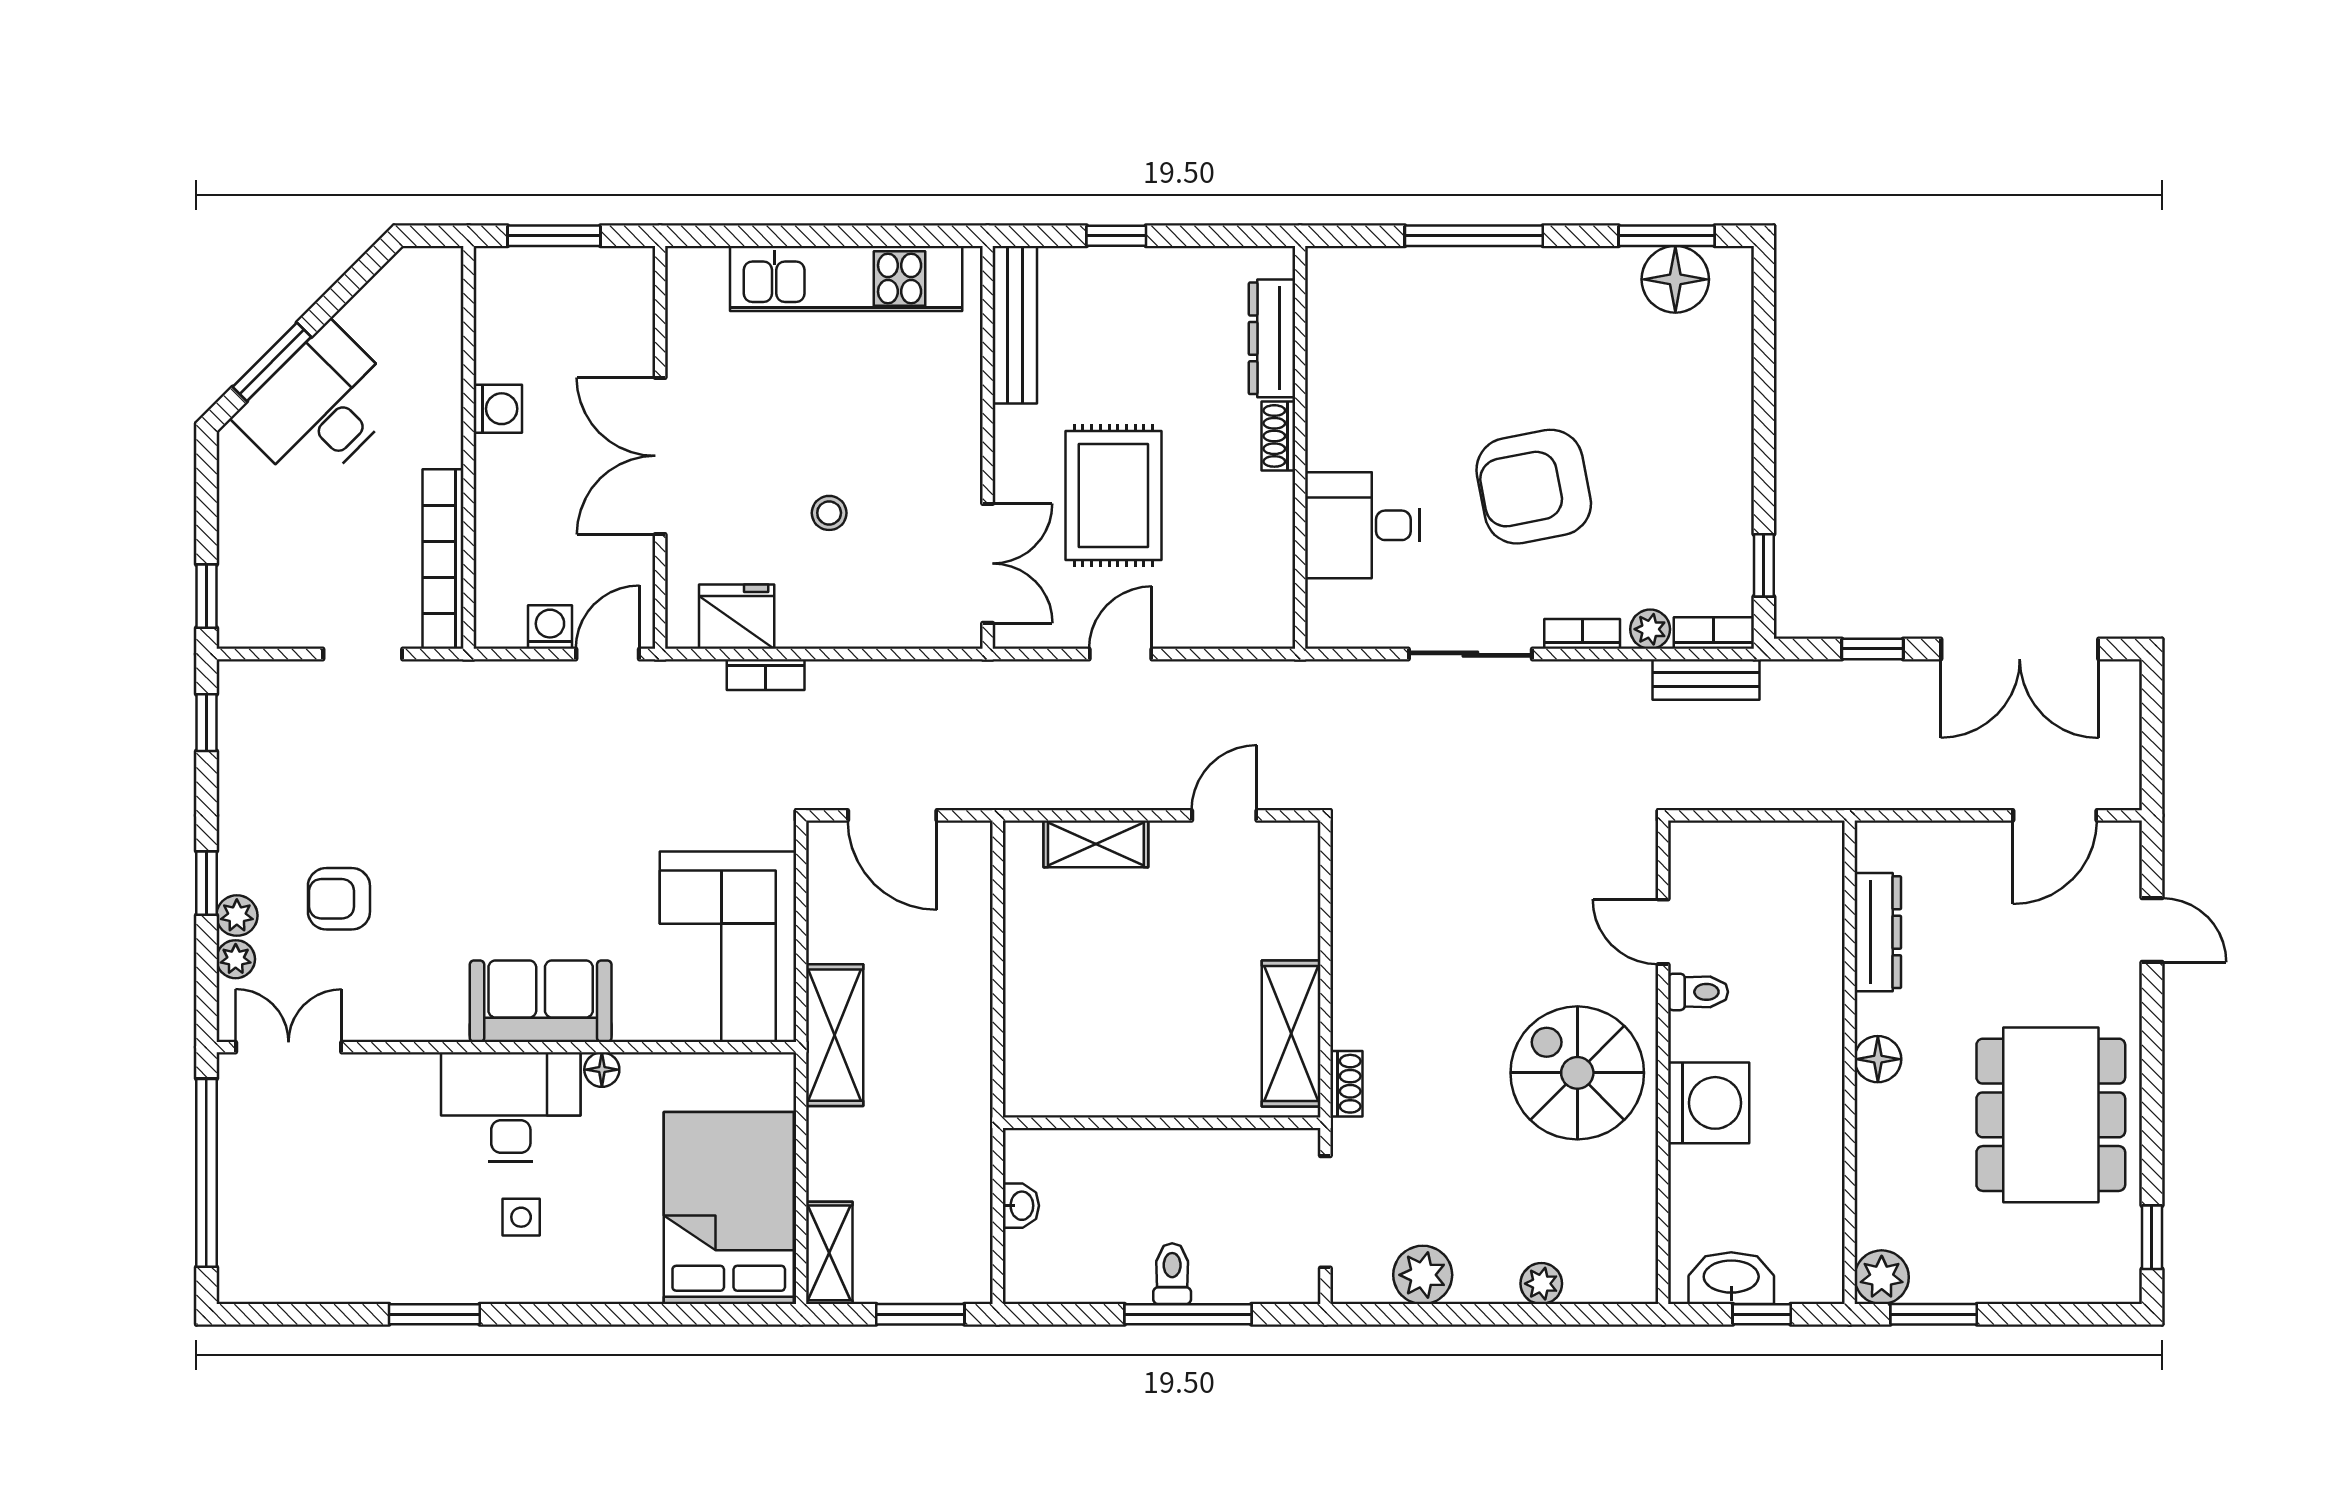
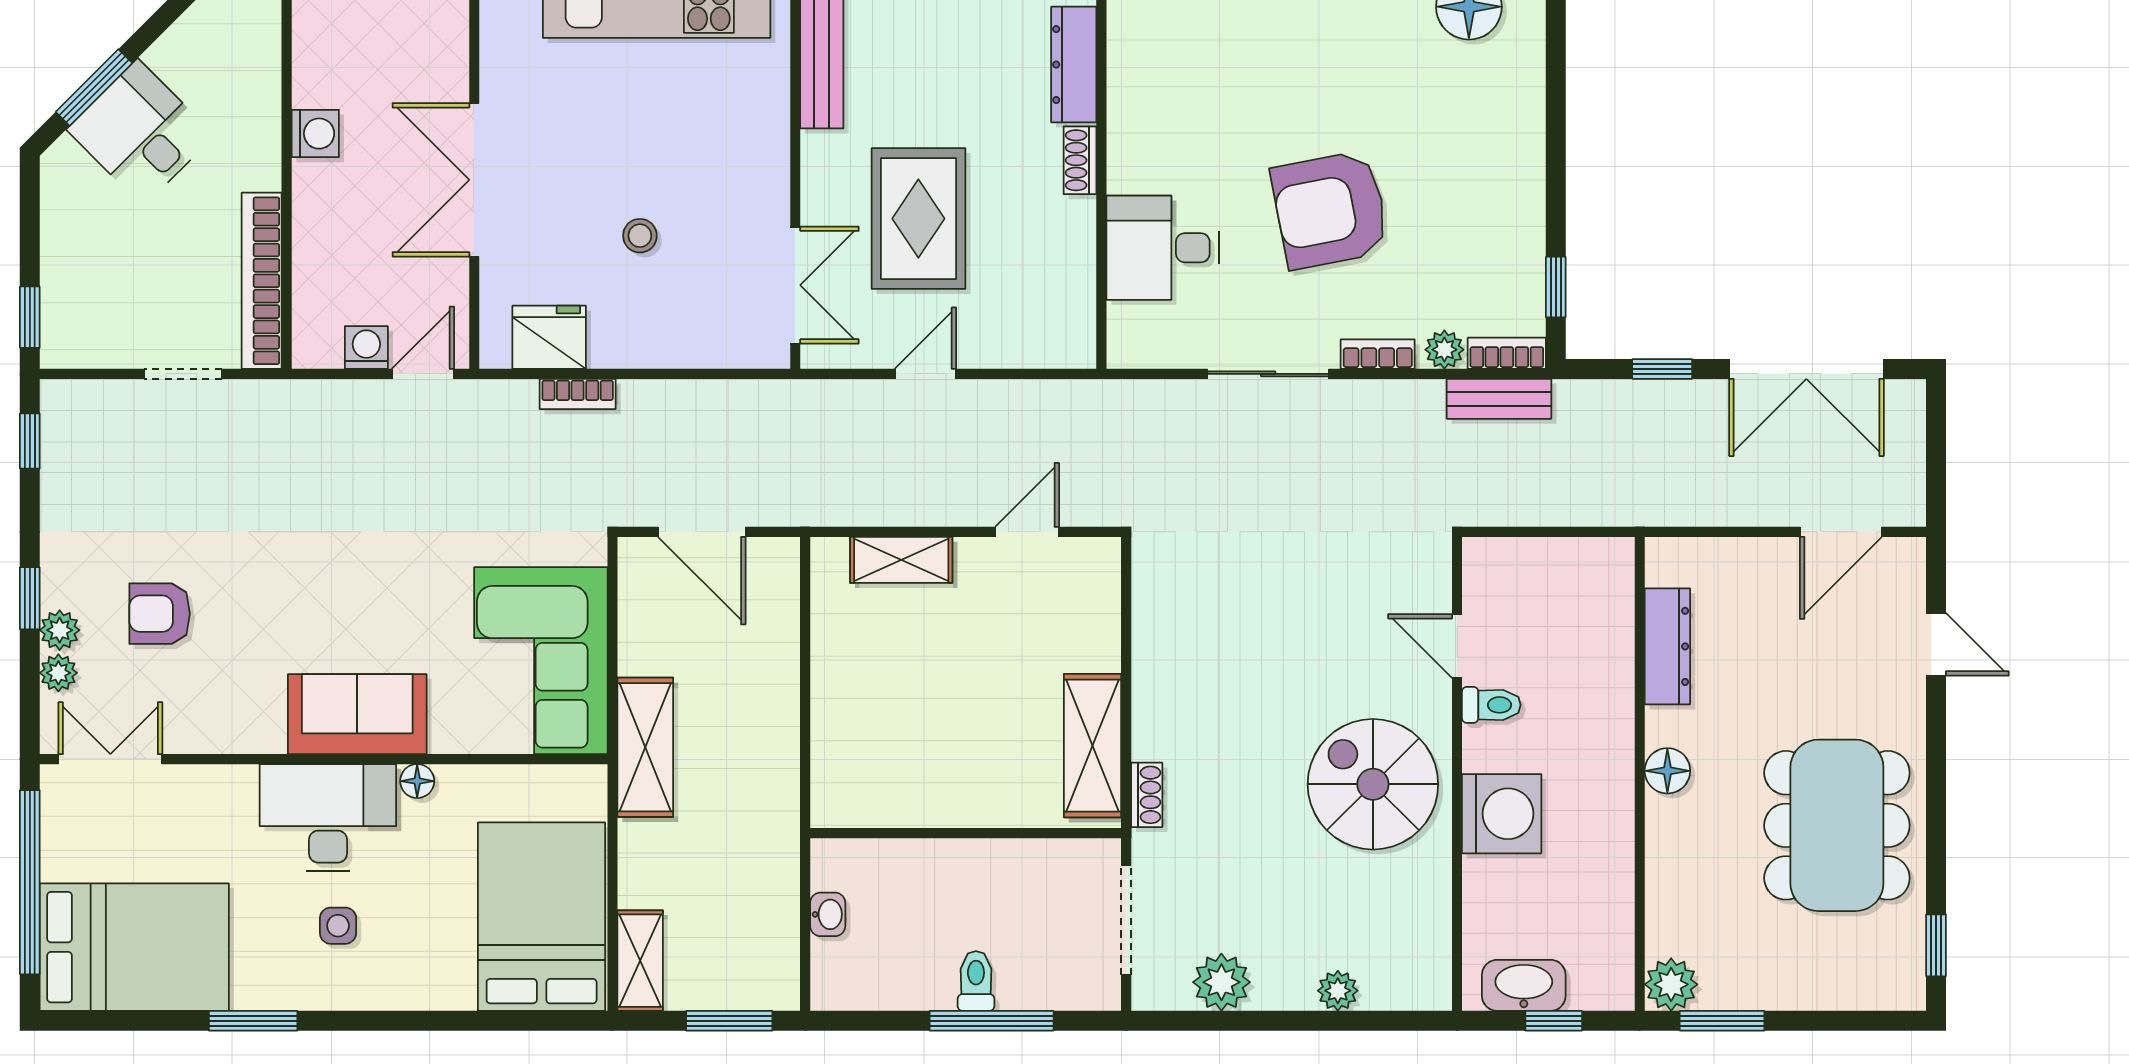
desk: (319, 408) -> (140, 133), width x0.73
bed: (313, 1239) -> (134, 947), added

